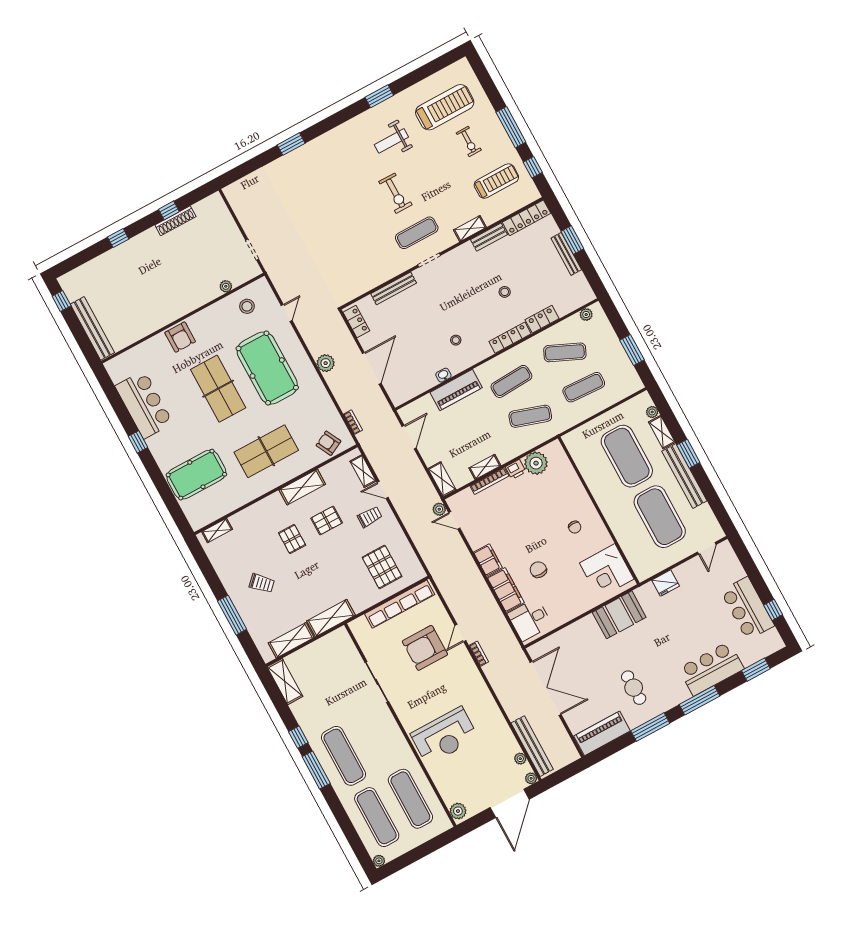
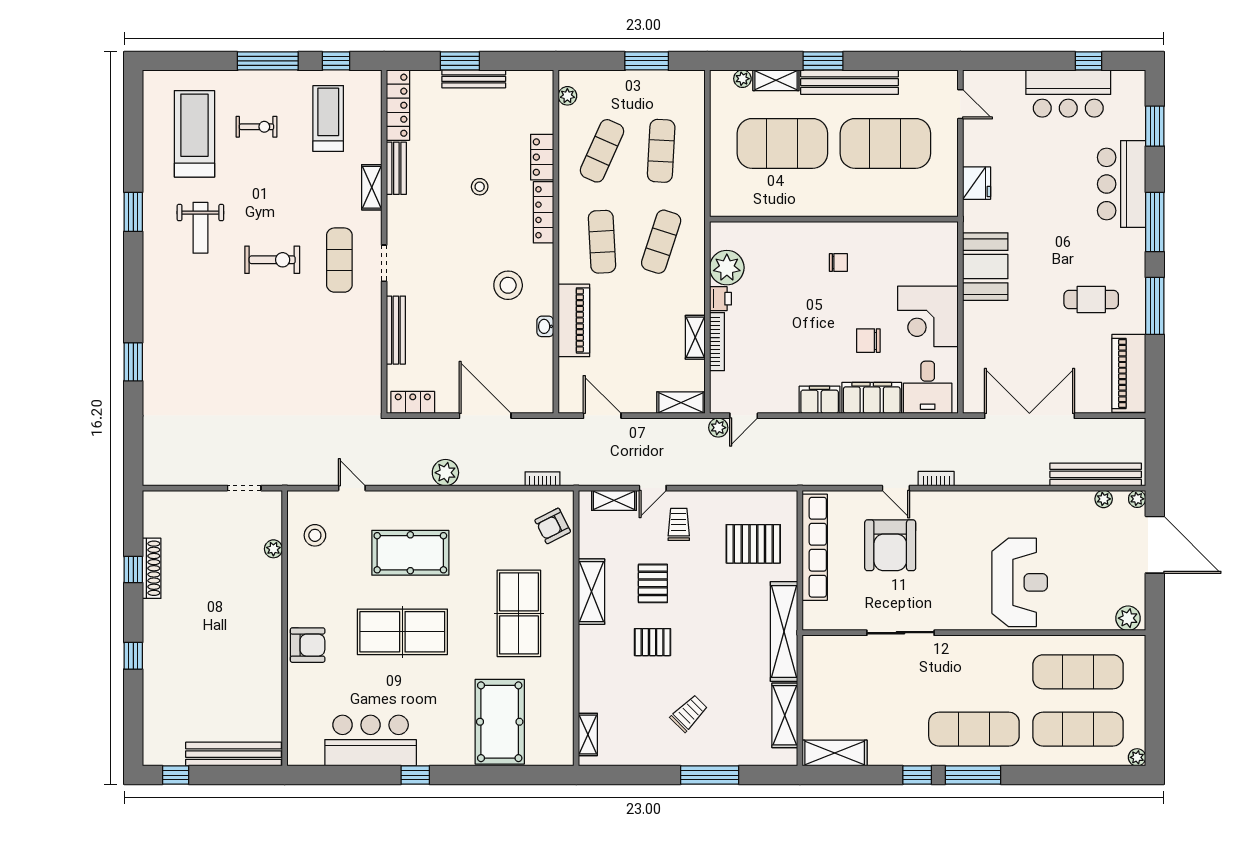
stool: (456, 340) -> (508, 285), width x1.89, depth x1.89
pool table: (267, 368) -> (410, 553), width x0.73, depth x0.76
corner desk: (607, 571) -> (928, 316), moved, turned 90
shelving: (331, 618) -> (784, 631), width x1.47

